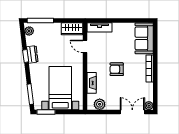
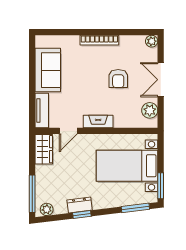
sofa: (144, 38) -> (48, 70), moved, turned -90
armchair: (117, 69) -> (118, 79), moved
fireplace: (92, 83) -> (98, 122), moved
double door: (132, 112) -> (161, 80), moved

